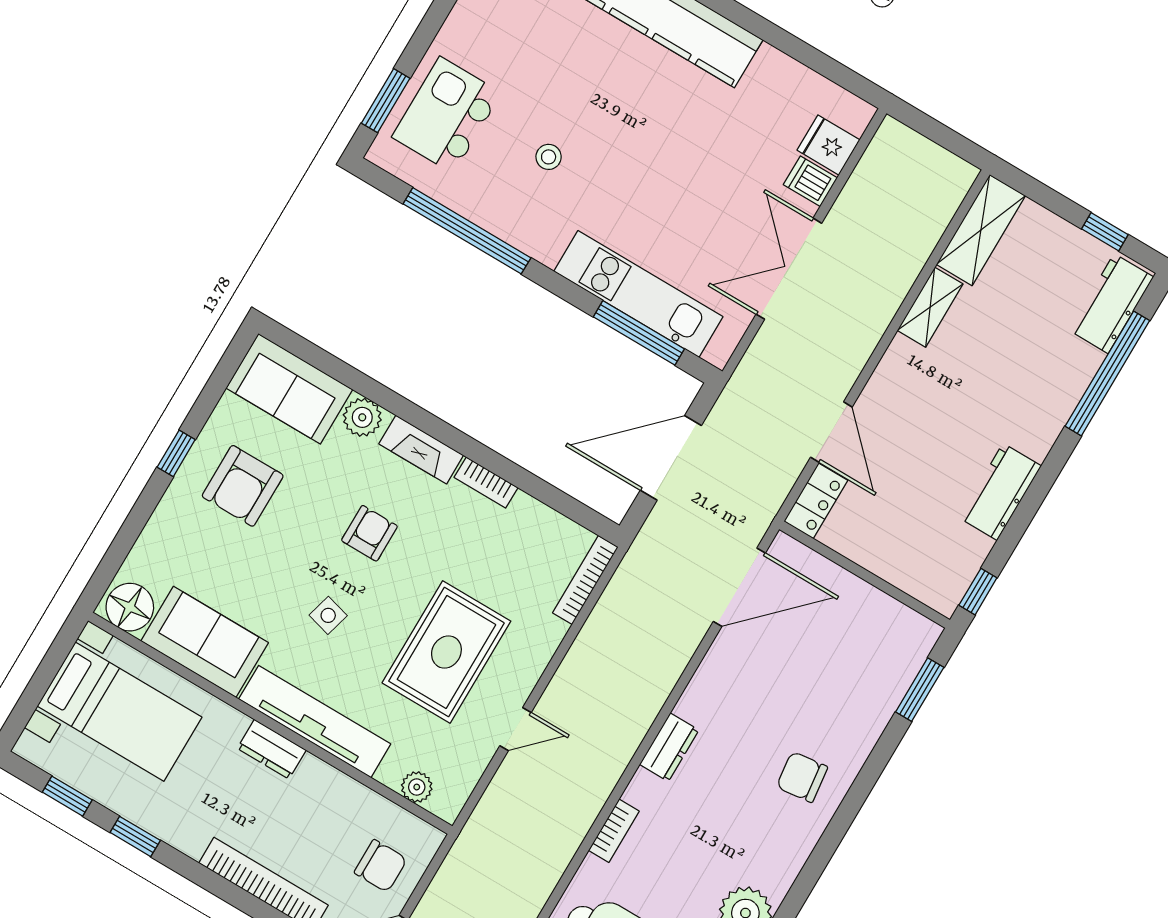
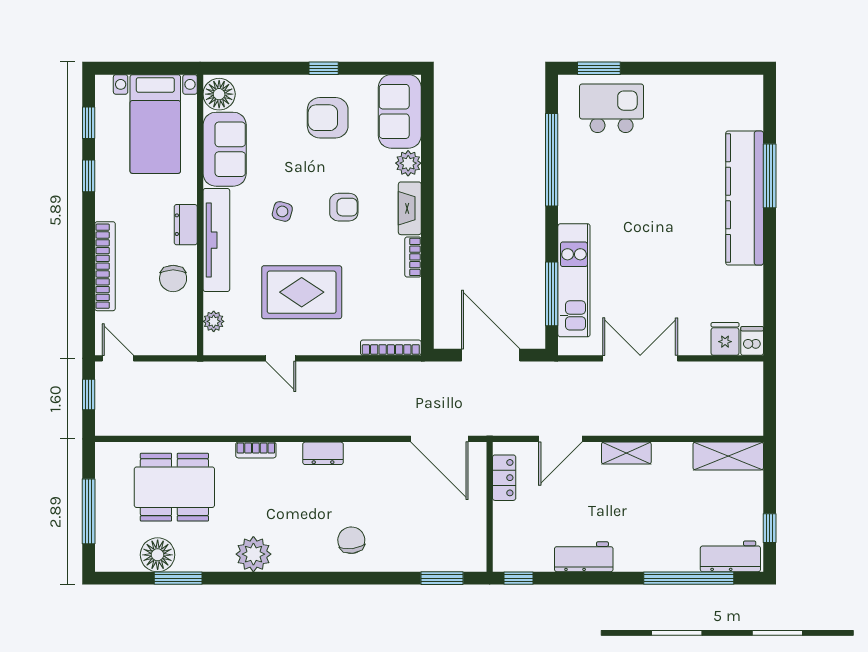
stool: (549, 157) -> (622, 182), removed
dishwasher: (810, 181) -> (752, 341), moved
shelving: (930, 307) -> (626, 453), moved
locker: (816, 501) -> (504, 478), moved, turned -90
chair: (381, 866) -> (173, 278), moved

